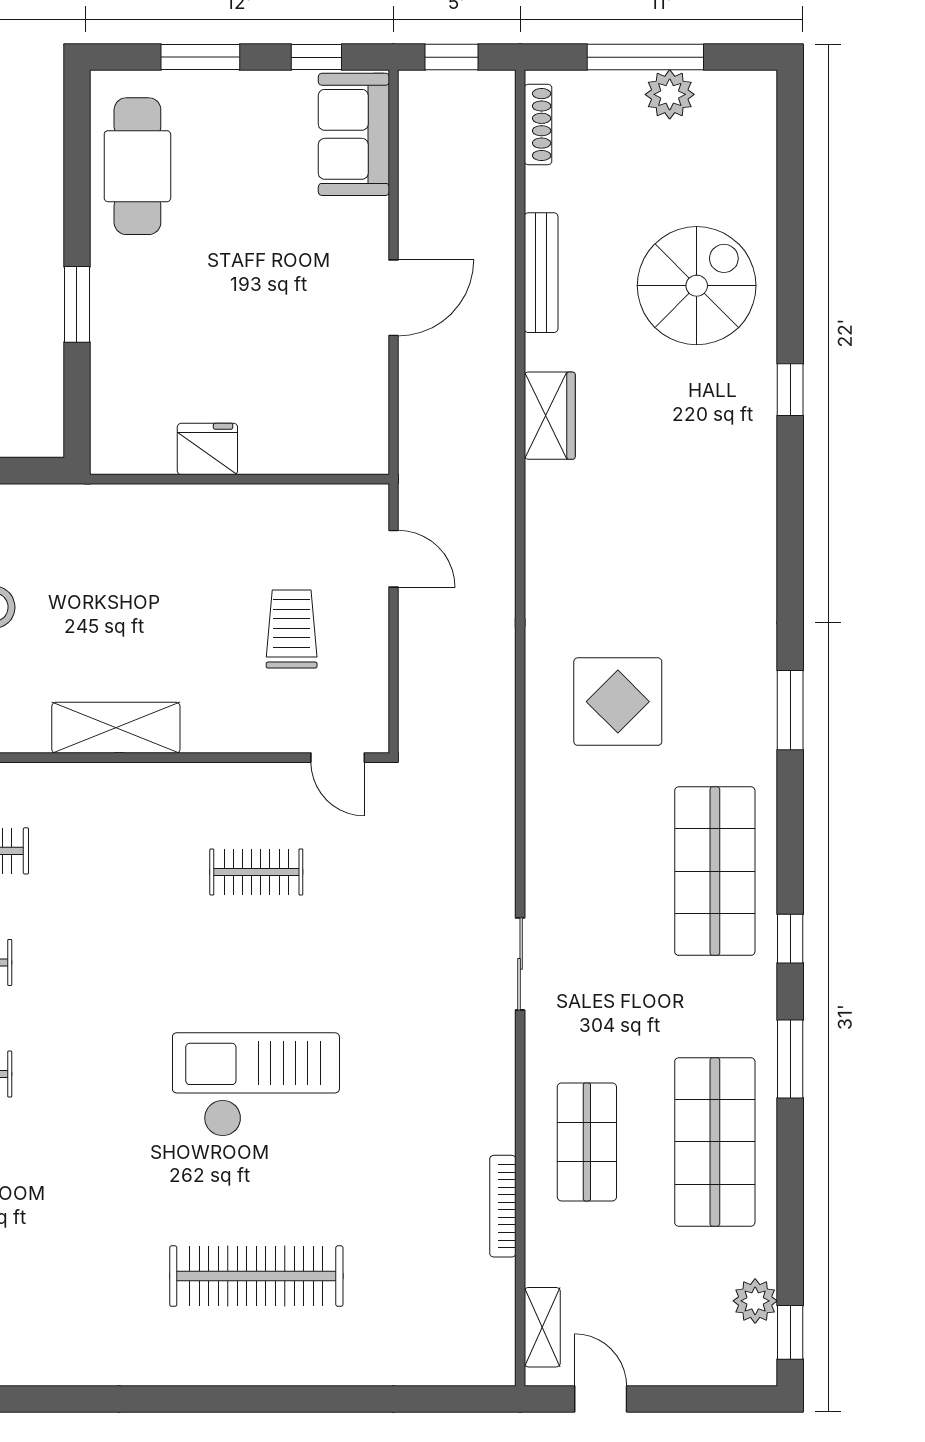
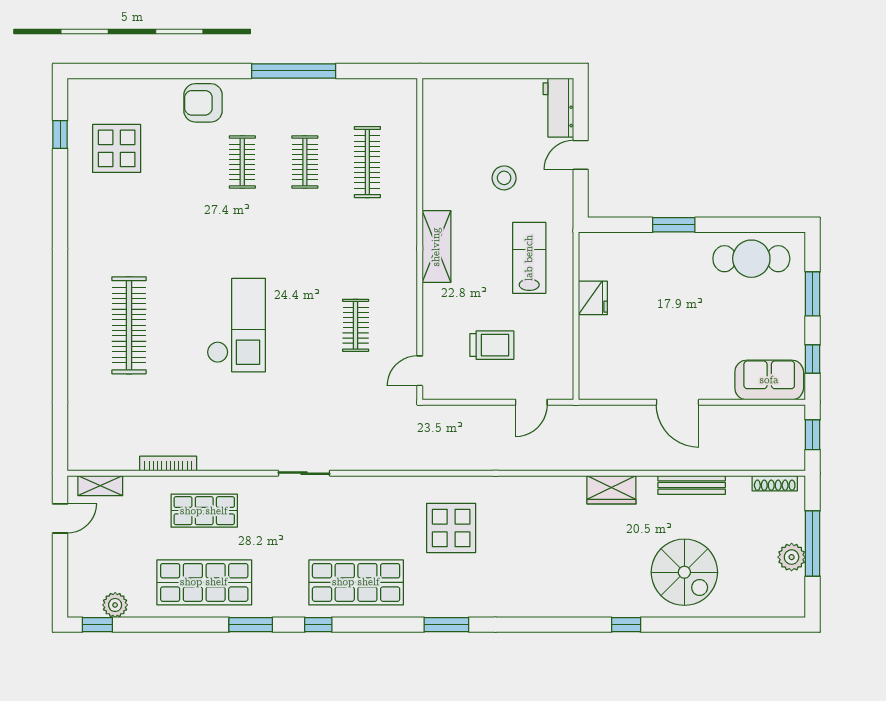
lab bench: (136, 562) -> (529, 258), added

